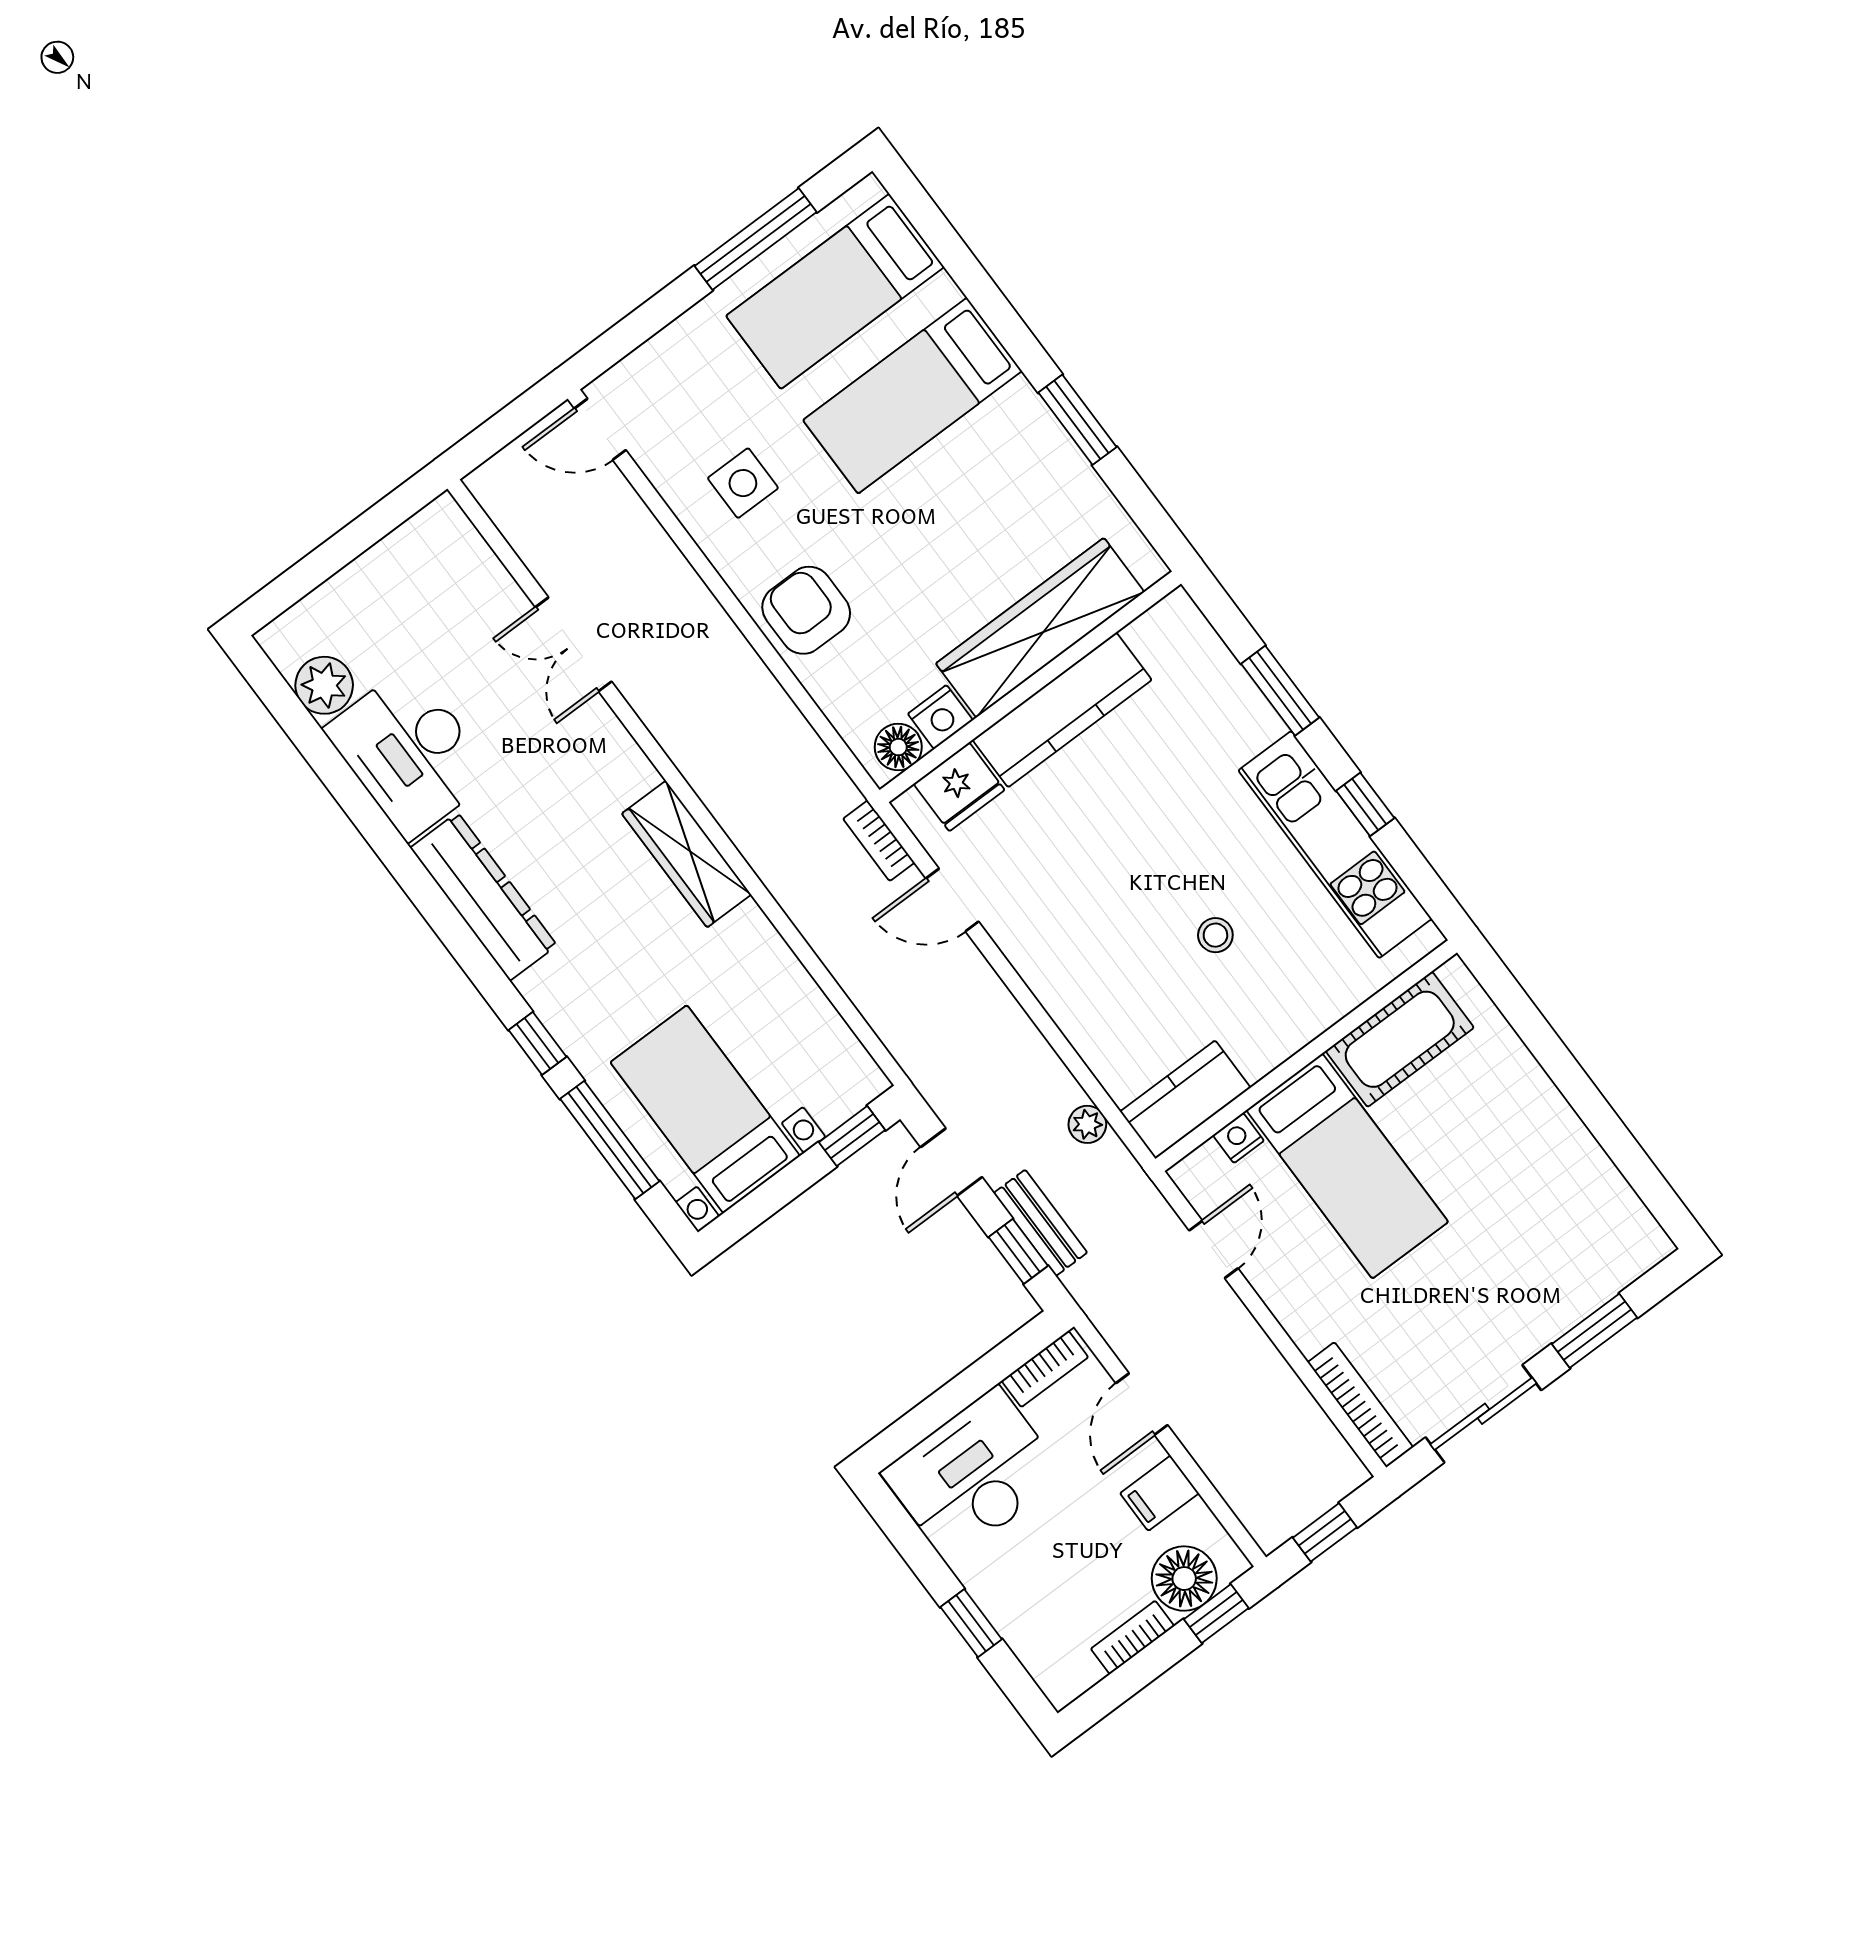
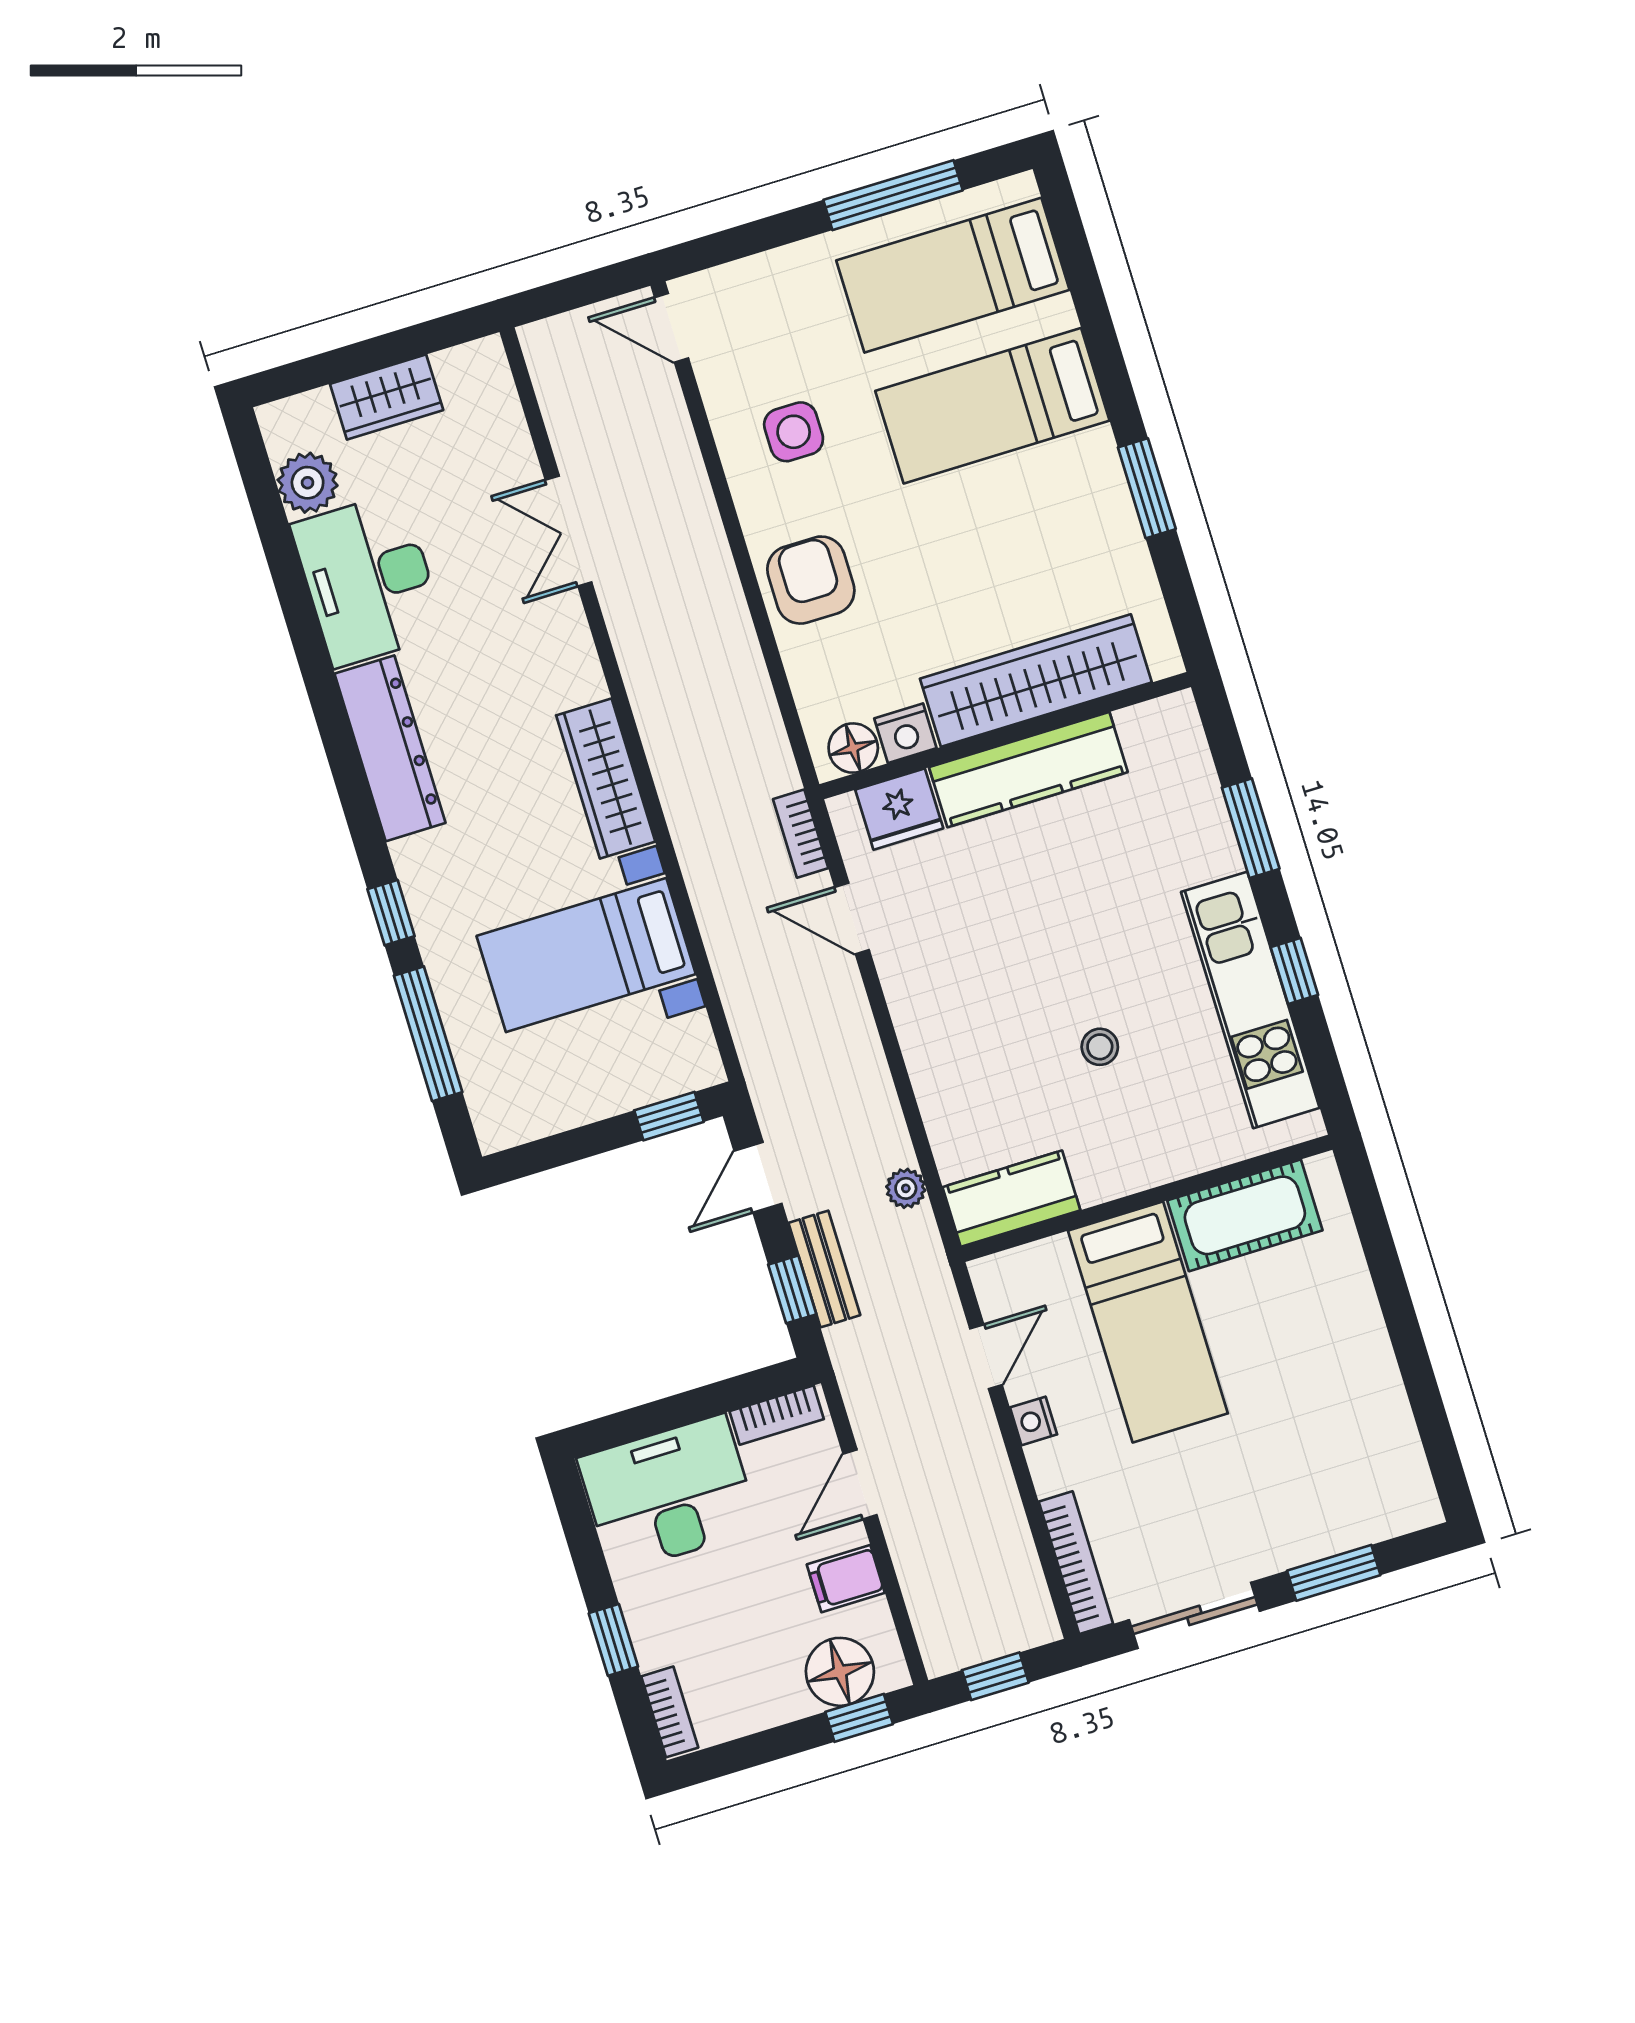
wardrobe: (367, 583) -> (387, 397), added
bed with nightstands: (705, 1109) -> (586, 955), moved, turned -90
nightstand: (1238, 1138) -> (1034, 1421), moved, turned -90
bookcase: (1133, 1637) -> (670, 1712), moved, turned 90

